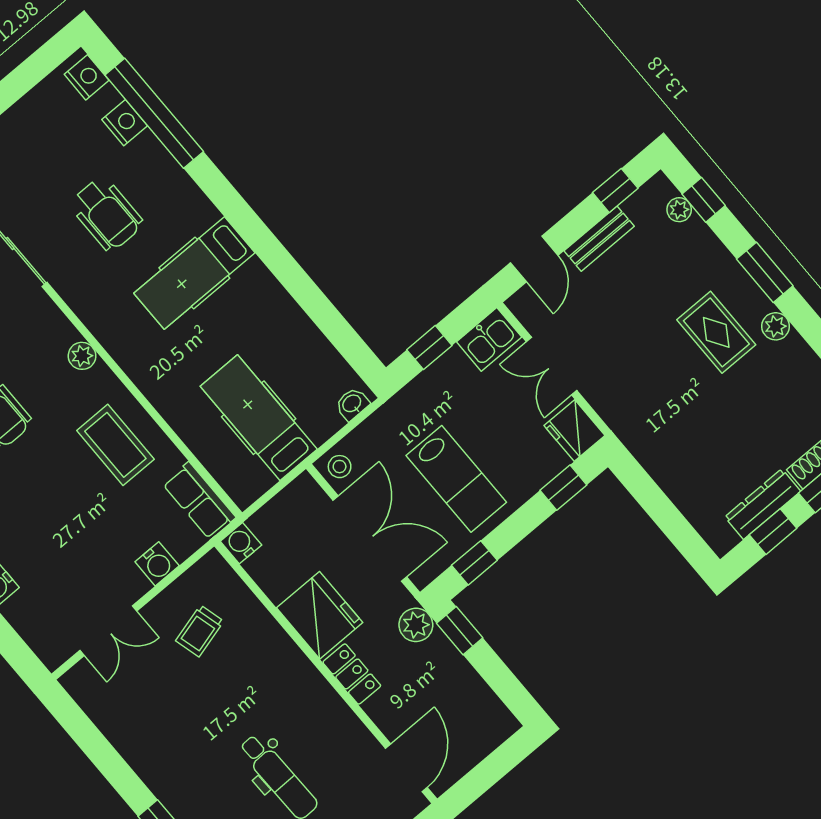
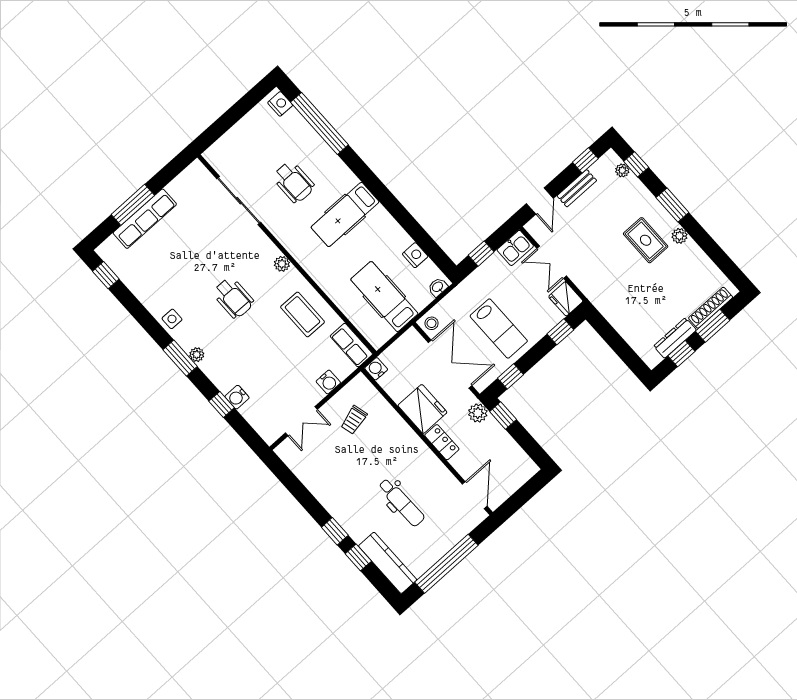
nightstand: (125, 123) -> (415, 255), moved

